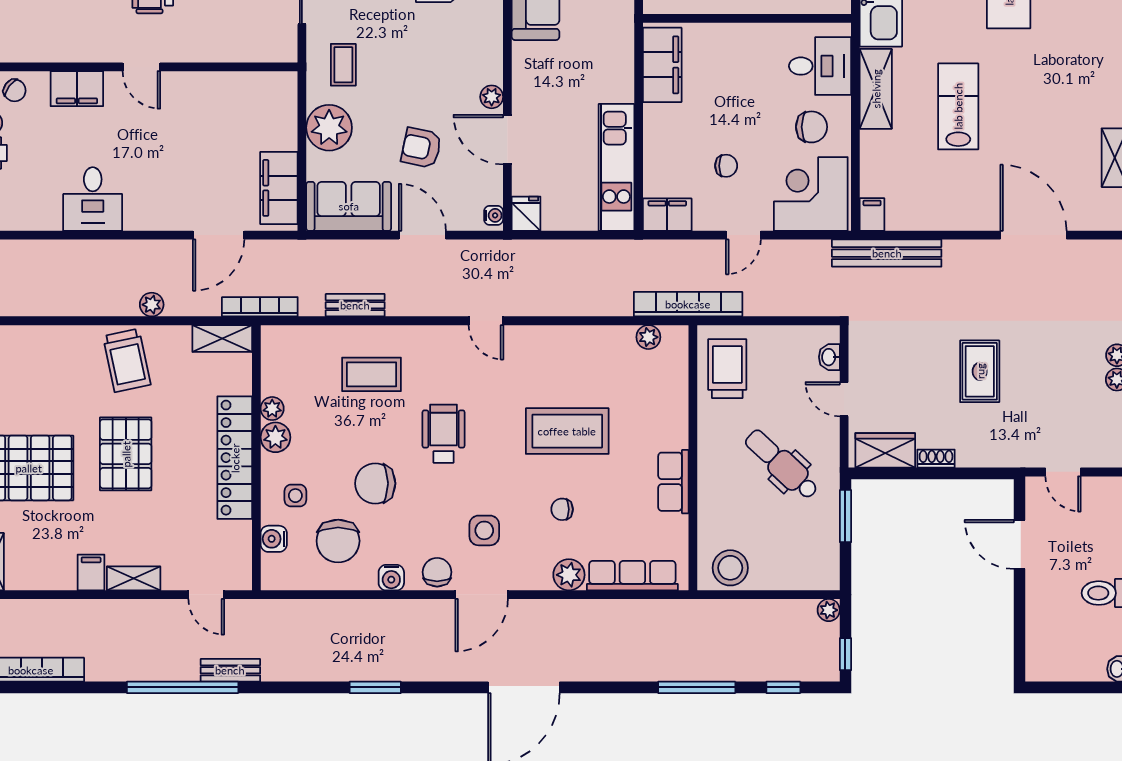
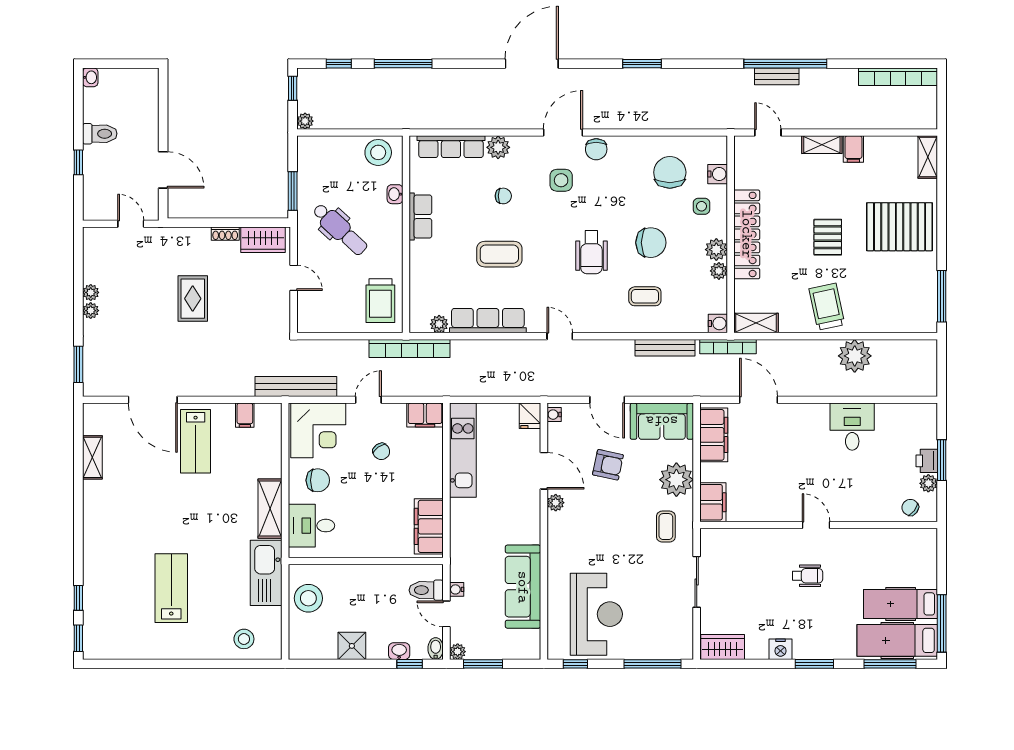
filing cabinet: (77, 89) -> (713, 502), moved, turned 90
lab bench: (958, 106) -> (196, 441), moved
chair: (812, 127) -> (318, 480), turned 180
chair: (726, 166) -> (381, 451), turned -125
filing cabinet: (872, 214) -> (245, 415), moved
door: (219, 235) -> (759, 400), hinge flipped
bench: (887, 253) -> (296, 386), moved
plant: (152, 305) -> (855, 356), moved, width x1.87, depth x1.87
bench: (355, 305) -> (665, 348), width x1.36
row of seats: (583, 342) -> (488, 321), added
washbasin: (829, 357) -> (395, 194), moved, turned 180
coffee table: (371, 374) -> (645, 296), width x0.73, depth x0.77
coffee table: (567, 431) -> (499, 254), width x0.73, depth x0.76
pallet: (126, 454) -> (828, 237), width x0.67, depth x0.71
chair: (375, 483) -> (651, 243), moved
water cooler: (391, 578) -> (718, 323), moved, turned 90
bench: (230, 670) -> (777, 76), moved

